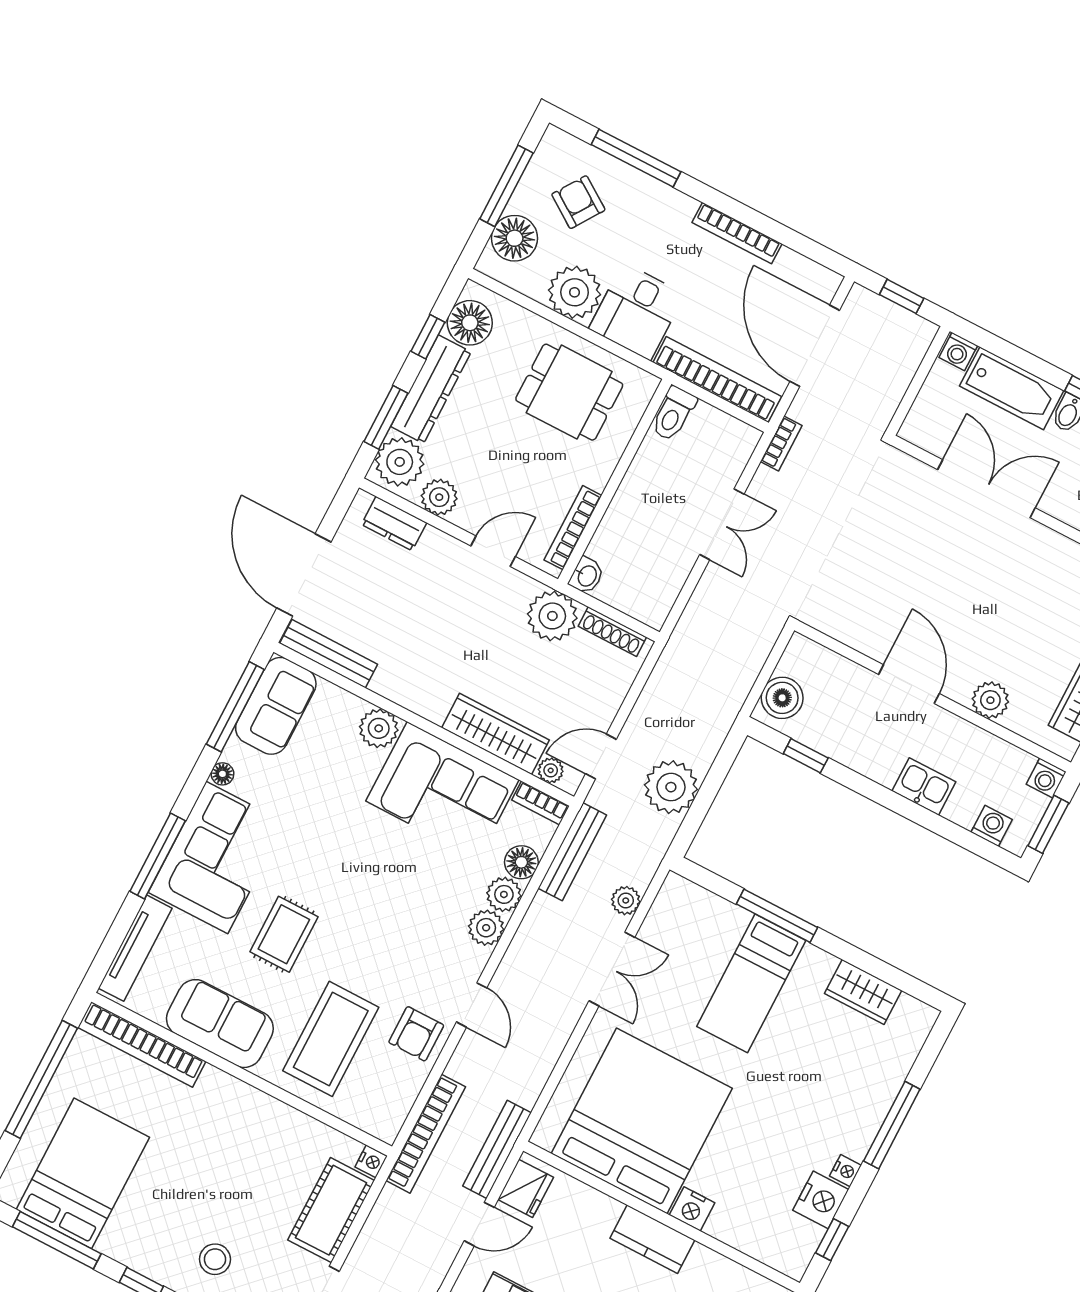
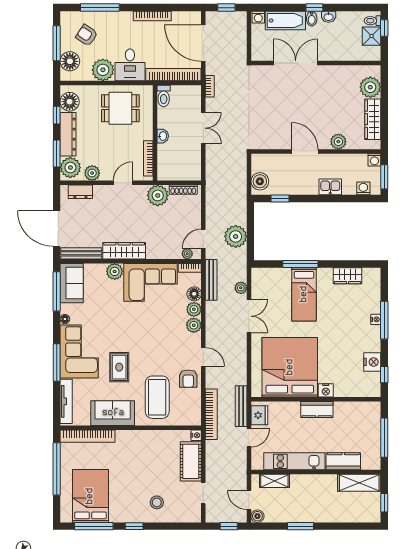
washbasin: (587, 576) -> (163, 136), moved
wardrobe: (495, 734) -> (124, 251), moved
nightstand: (845, 1171) -> (376, 319), moved

